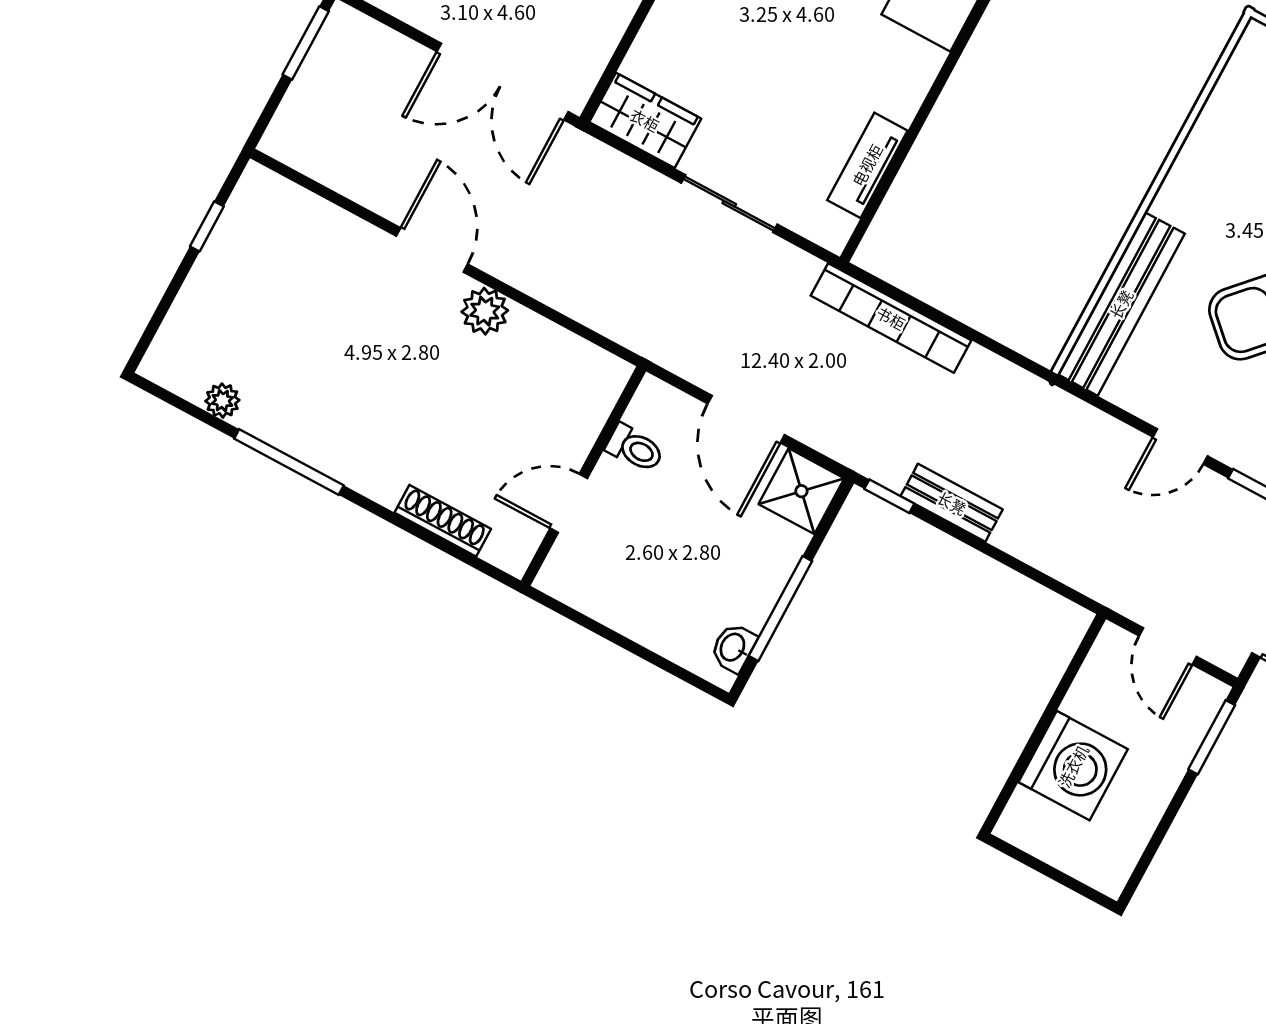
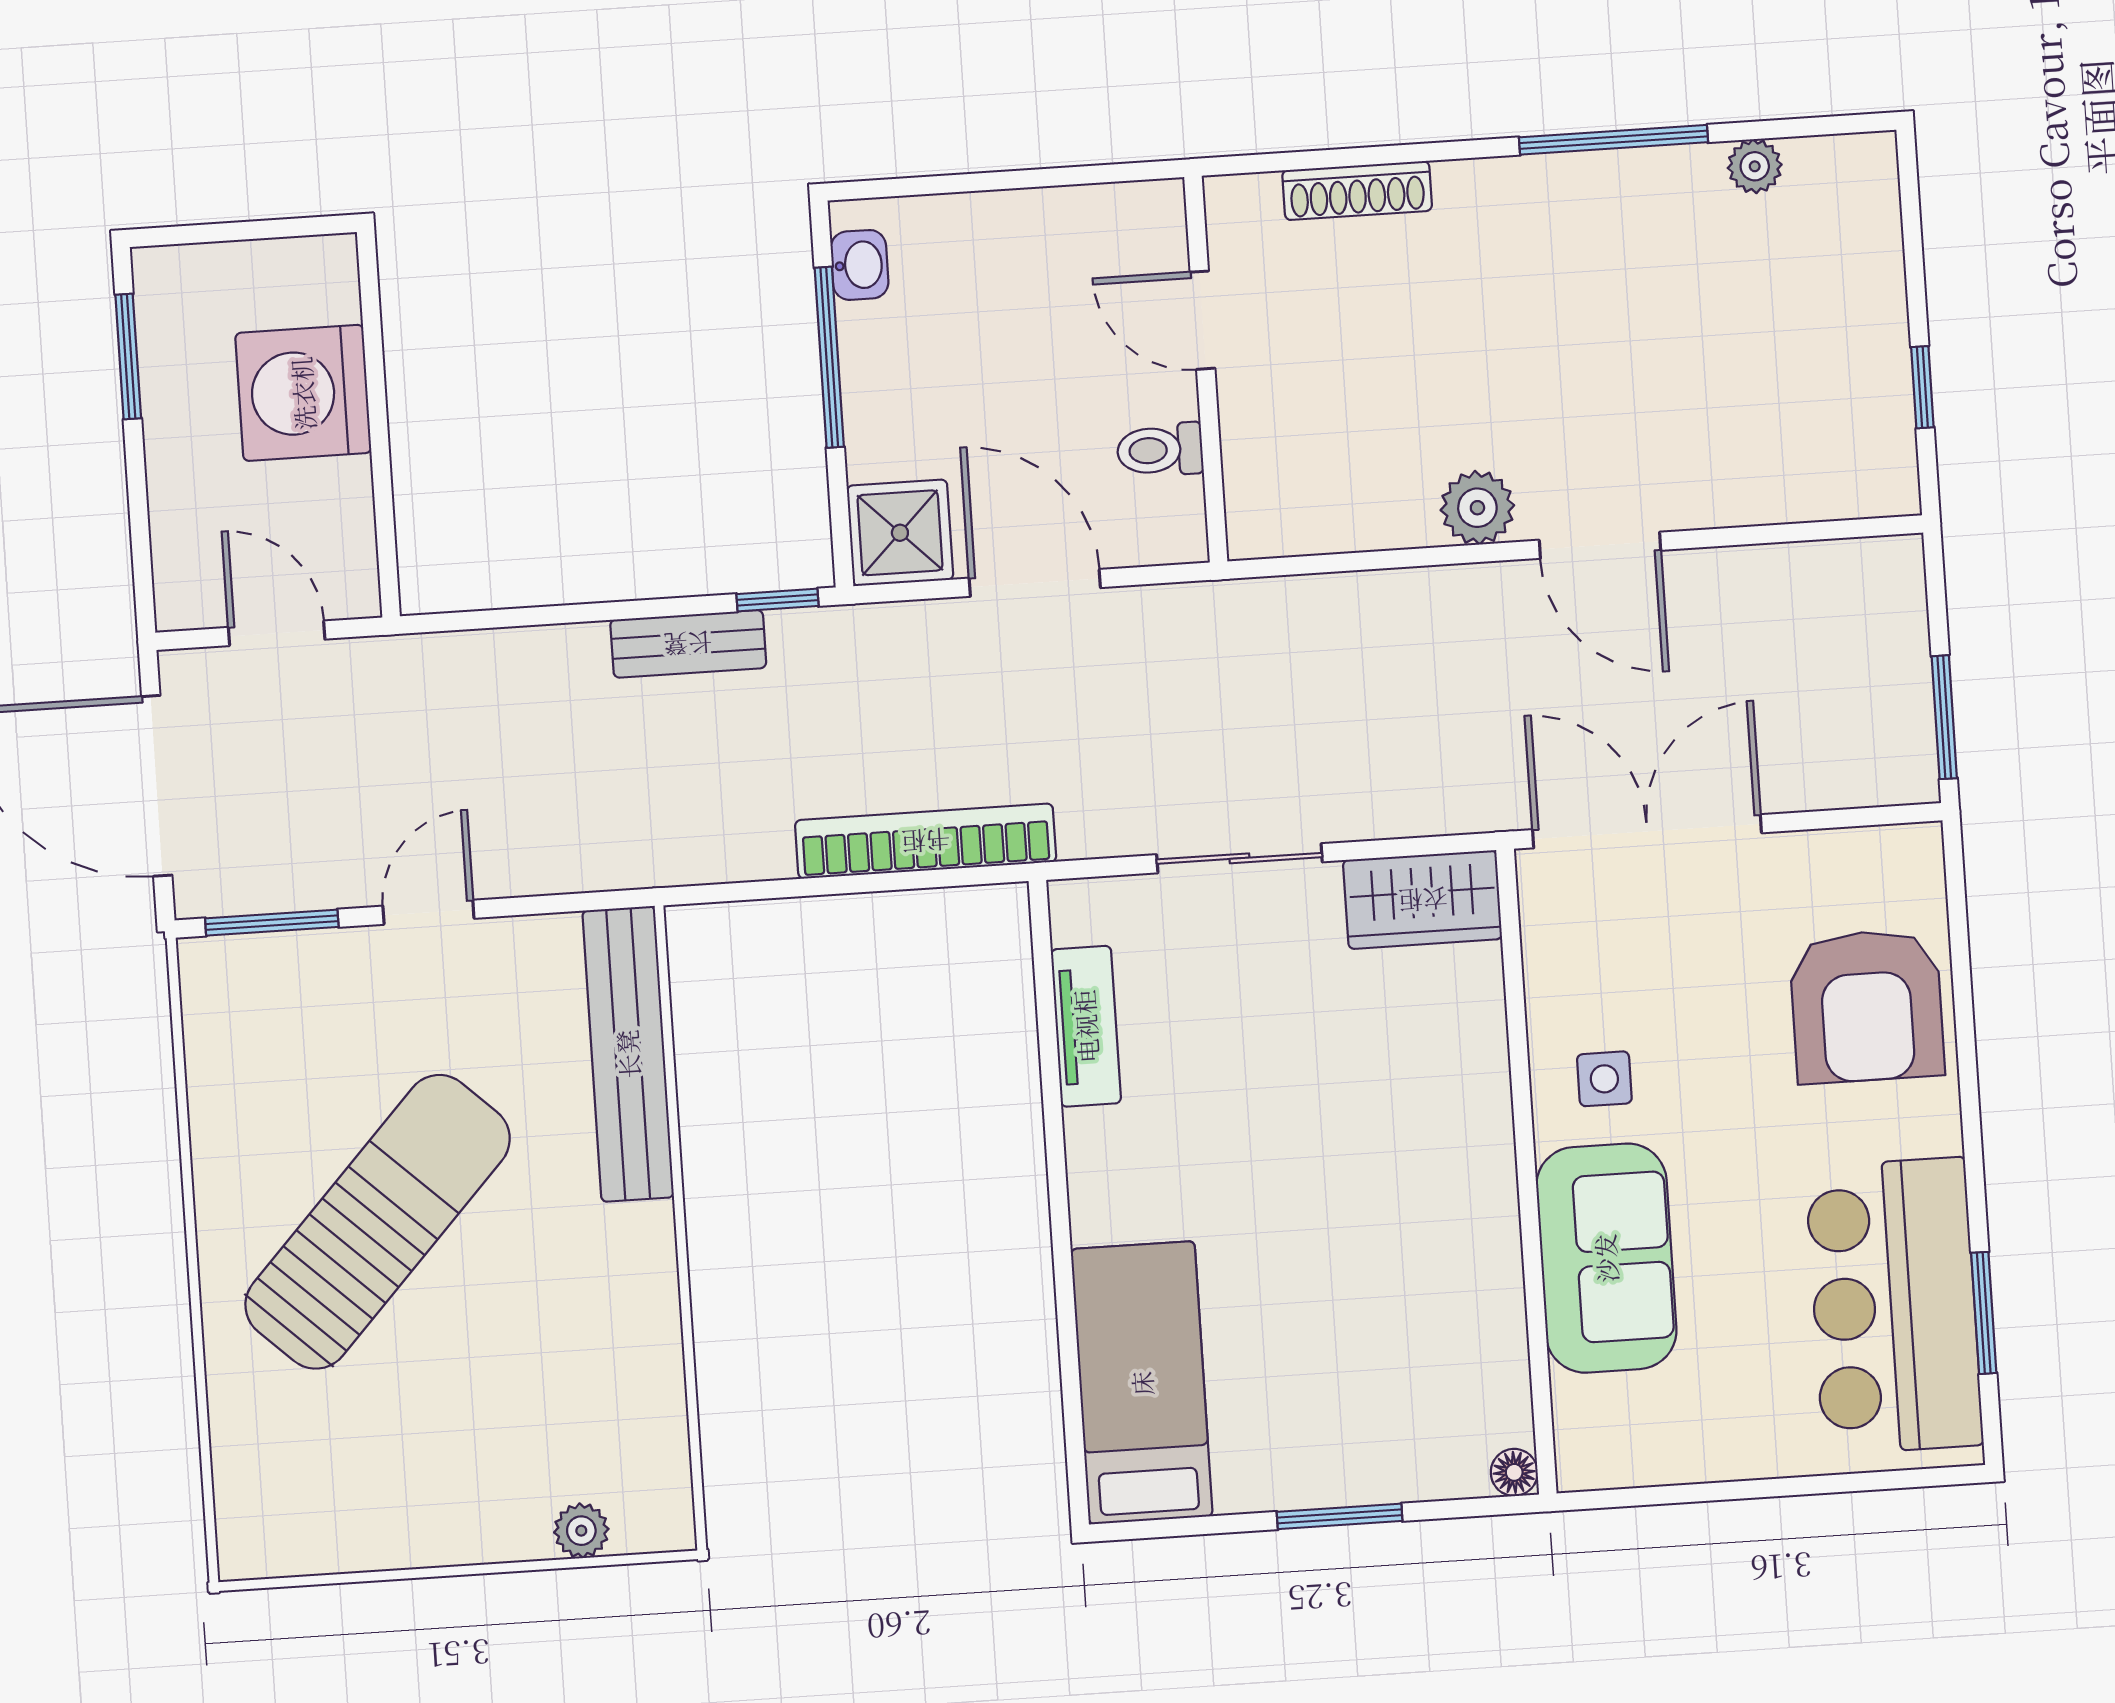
door: (569, 503) -> (1203, 320), swing flipped
window: (1212, 737) -> (128, 356), moved

